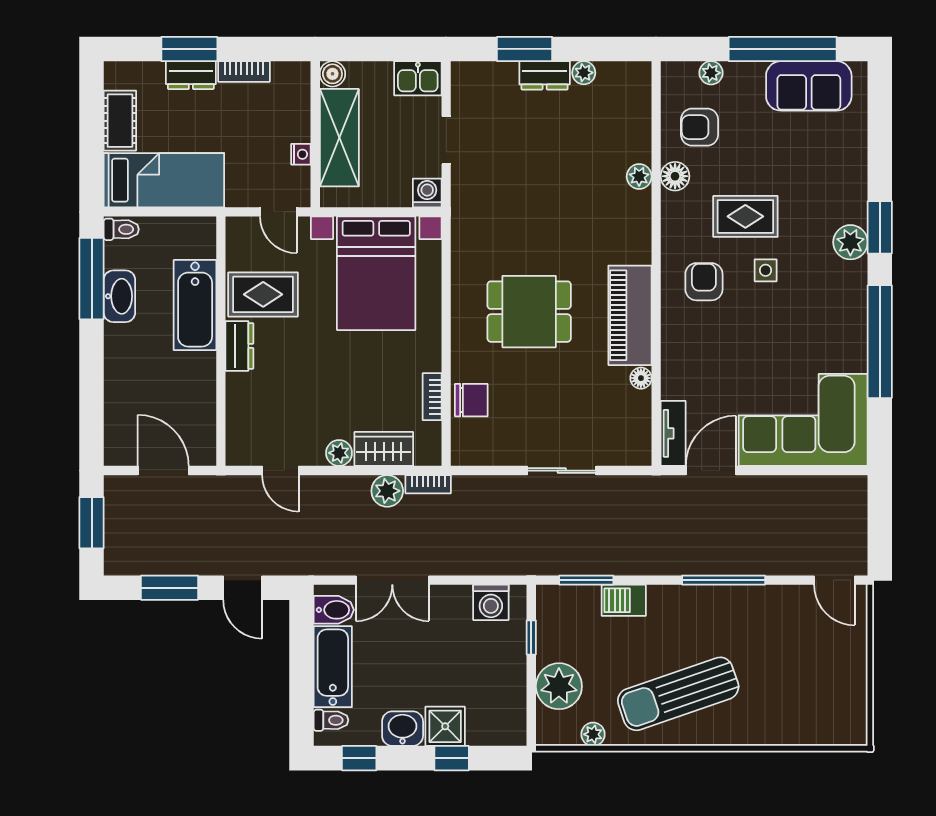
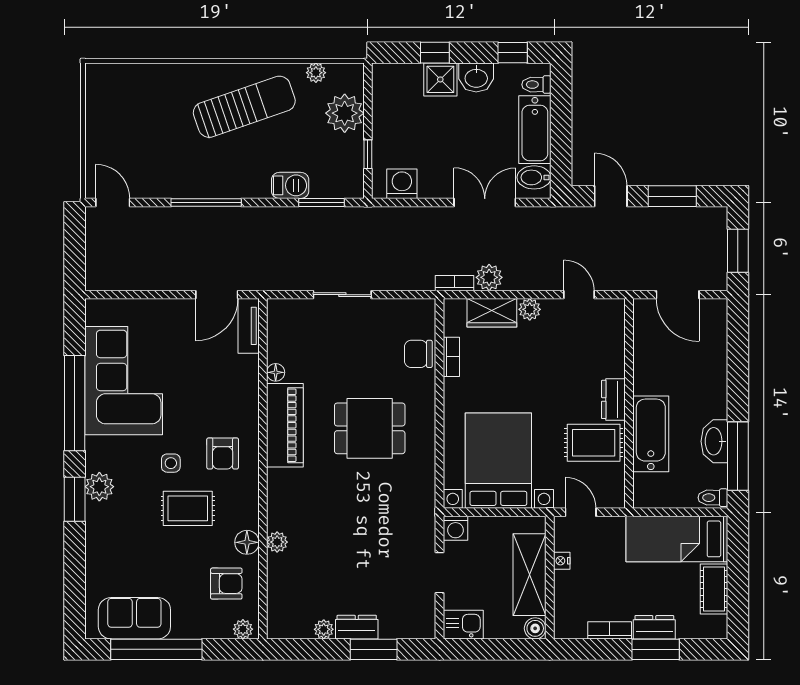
plant: (711, 73) -> (243, 629), moved
corner sofa: (803, 420) -> (124, 381), moved, turned -90

